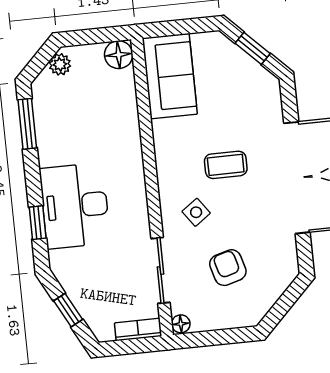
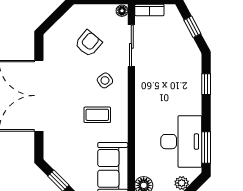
coffee table: (226, 165) -> (97, 115), moved
desk: (75, 206) -> (181, 142), moved
armchair: (228, 268) -> (88, 43), turned -124

